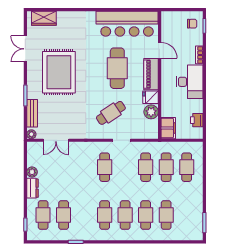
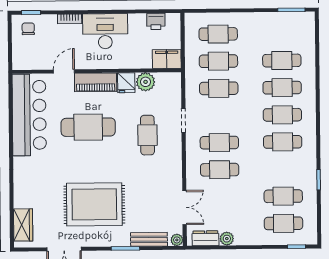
cafe table: (111, 113) -> (147, 135), turned 34
cafe table: (84, 167) -> (220, 170), added
dresser: (32, 188) -> (205, 238), moved

